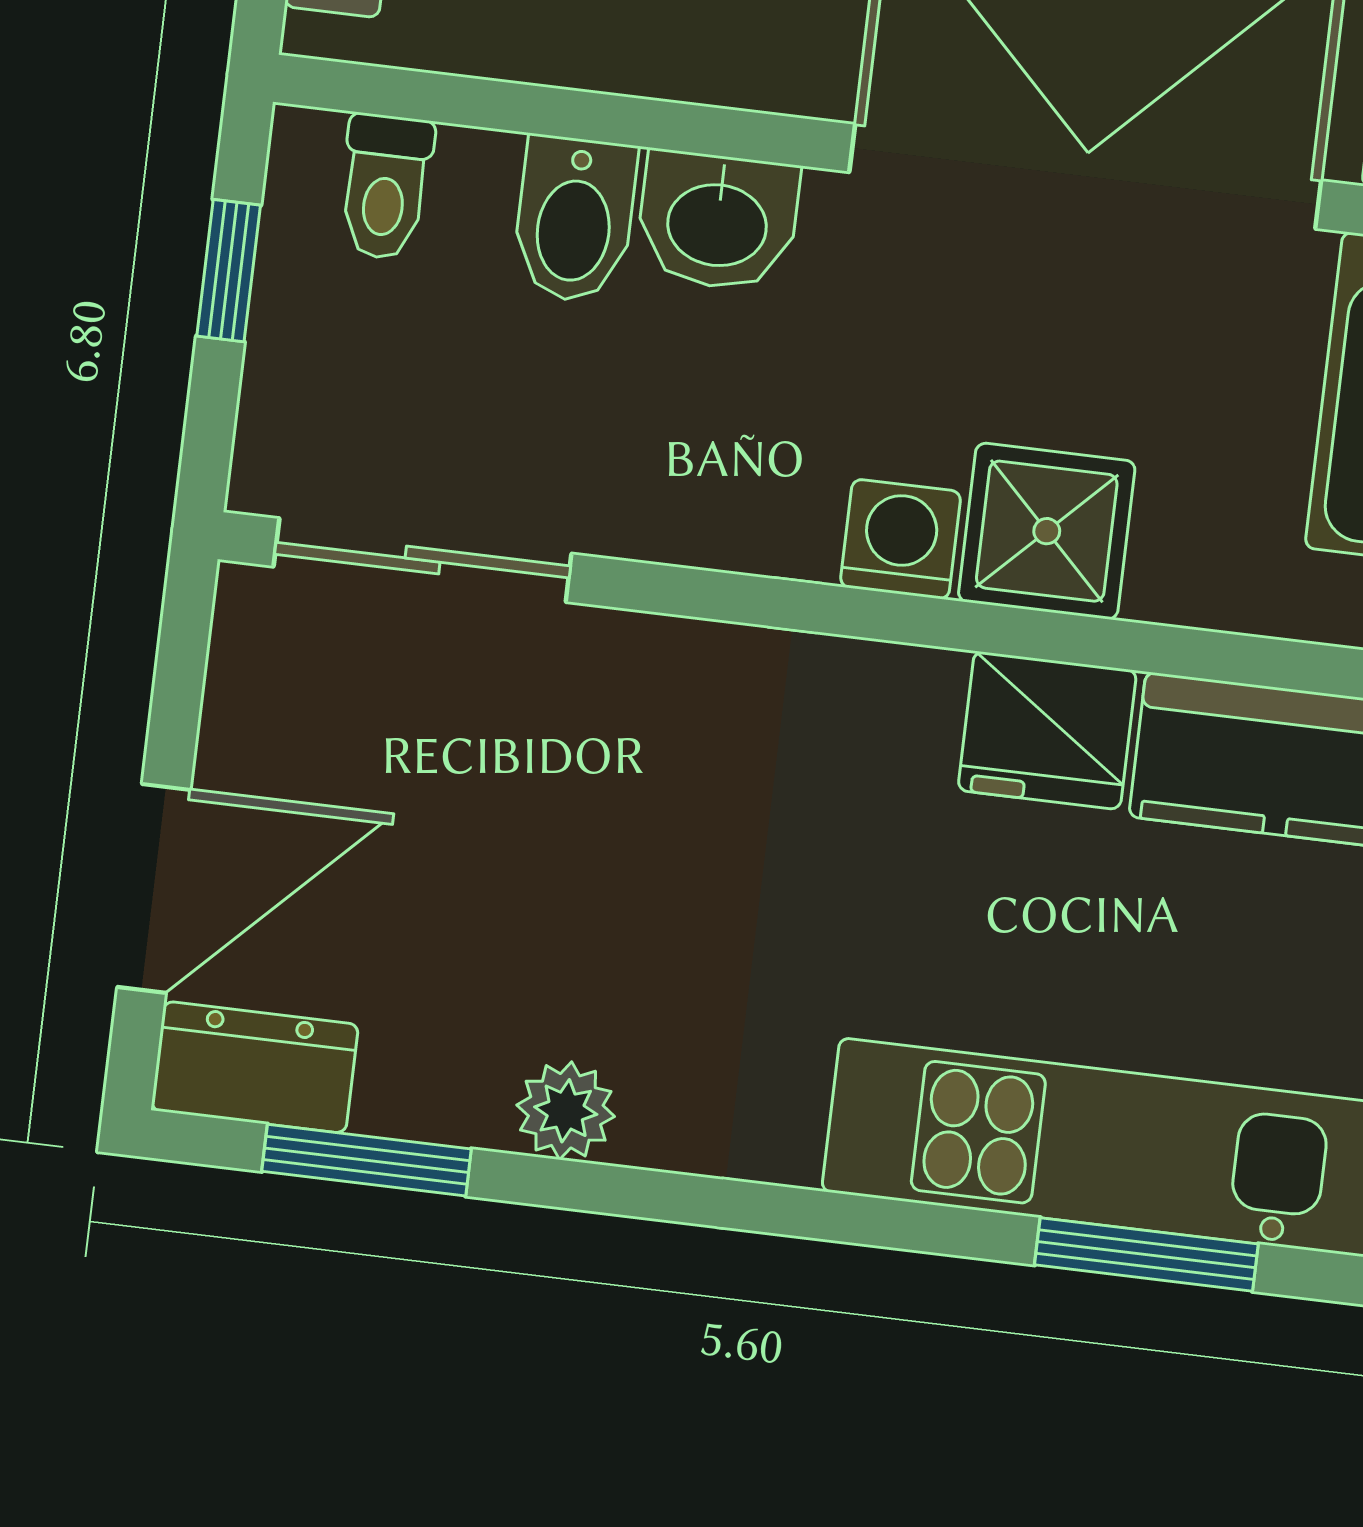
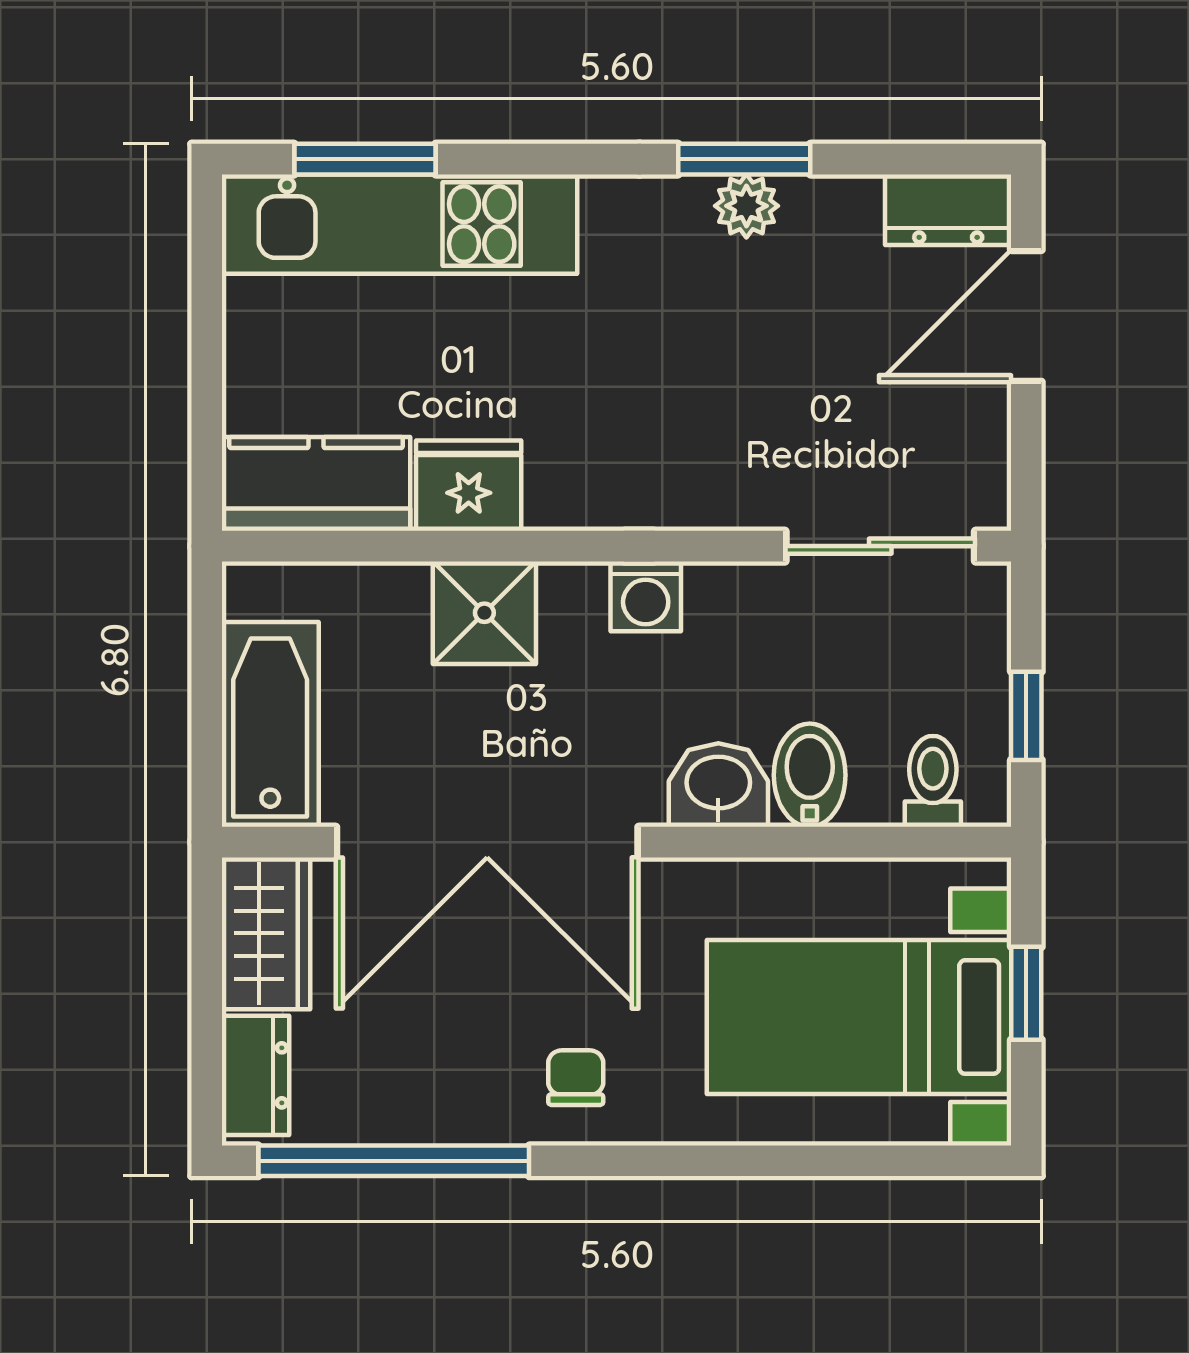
washing machine: (901, 539) -> (646, 596), moved
window: (367, 1160) -> (744, 159), moved

